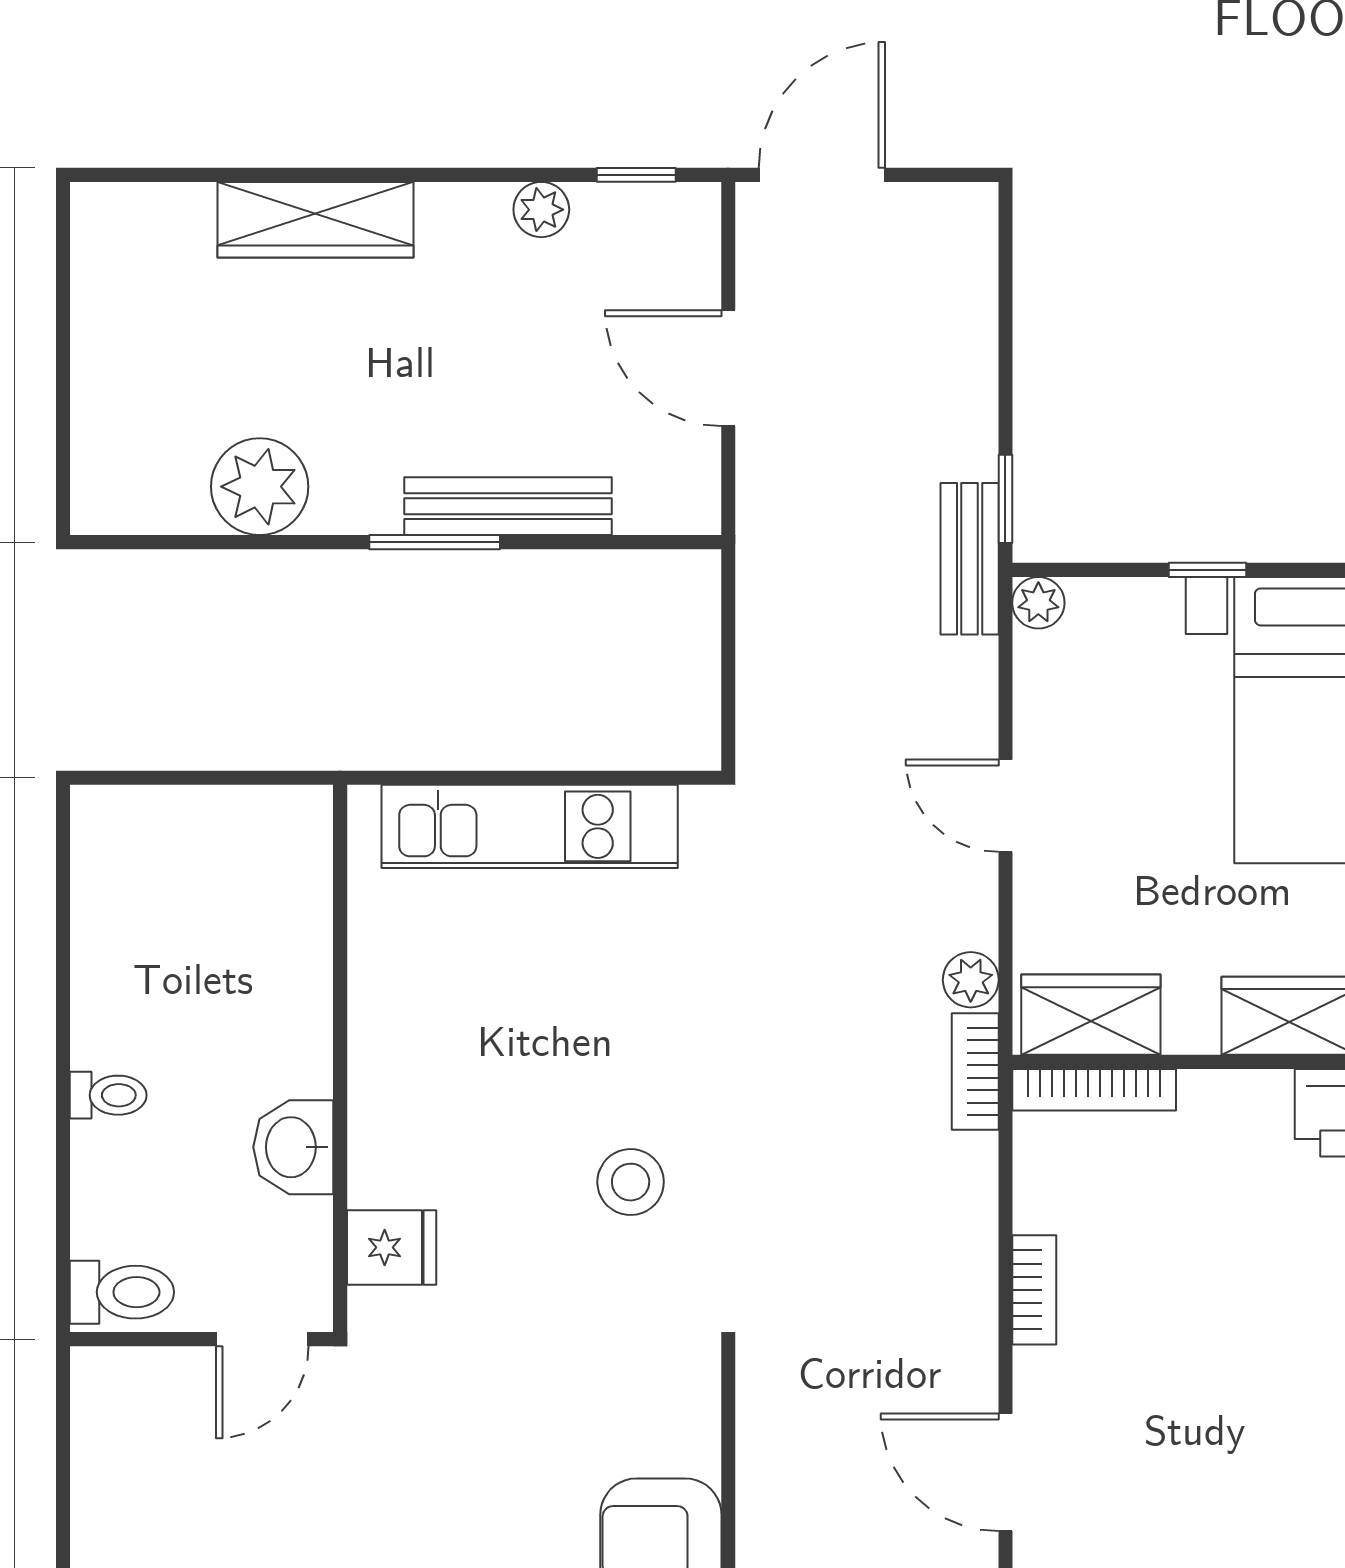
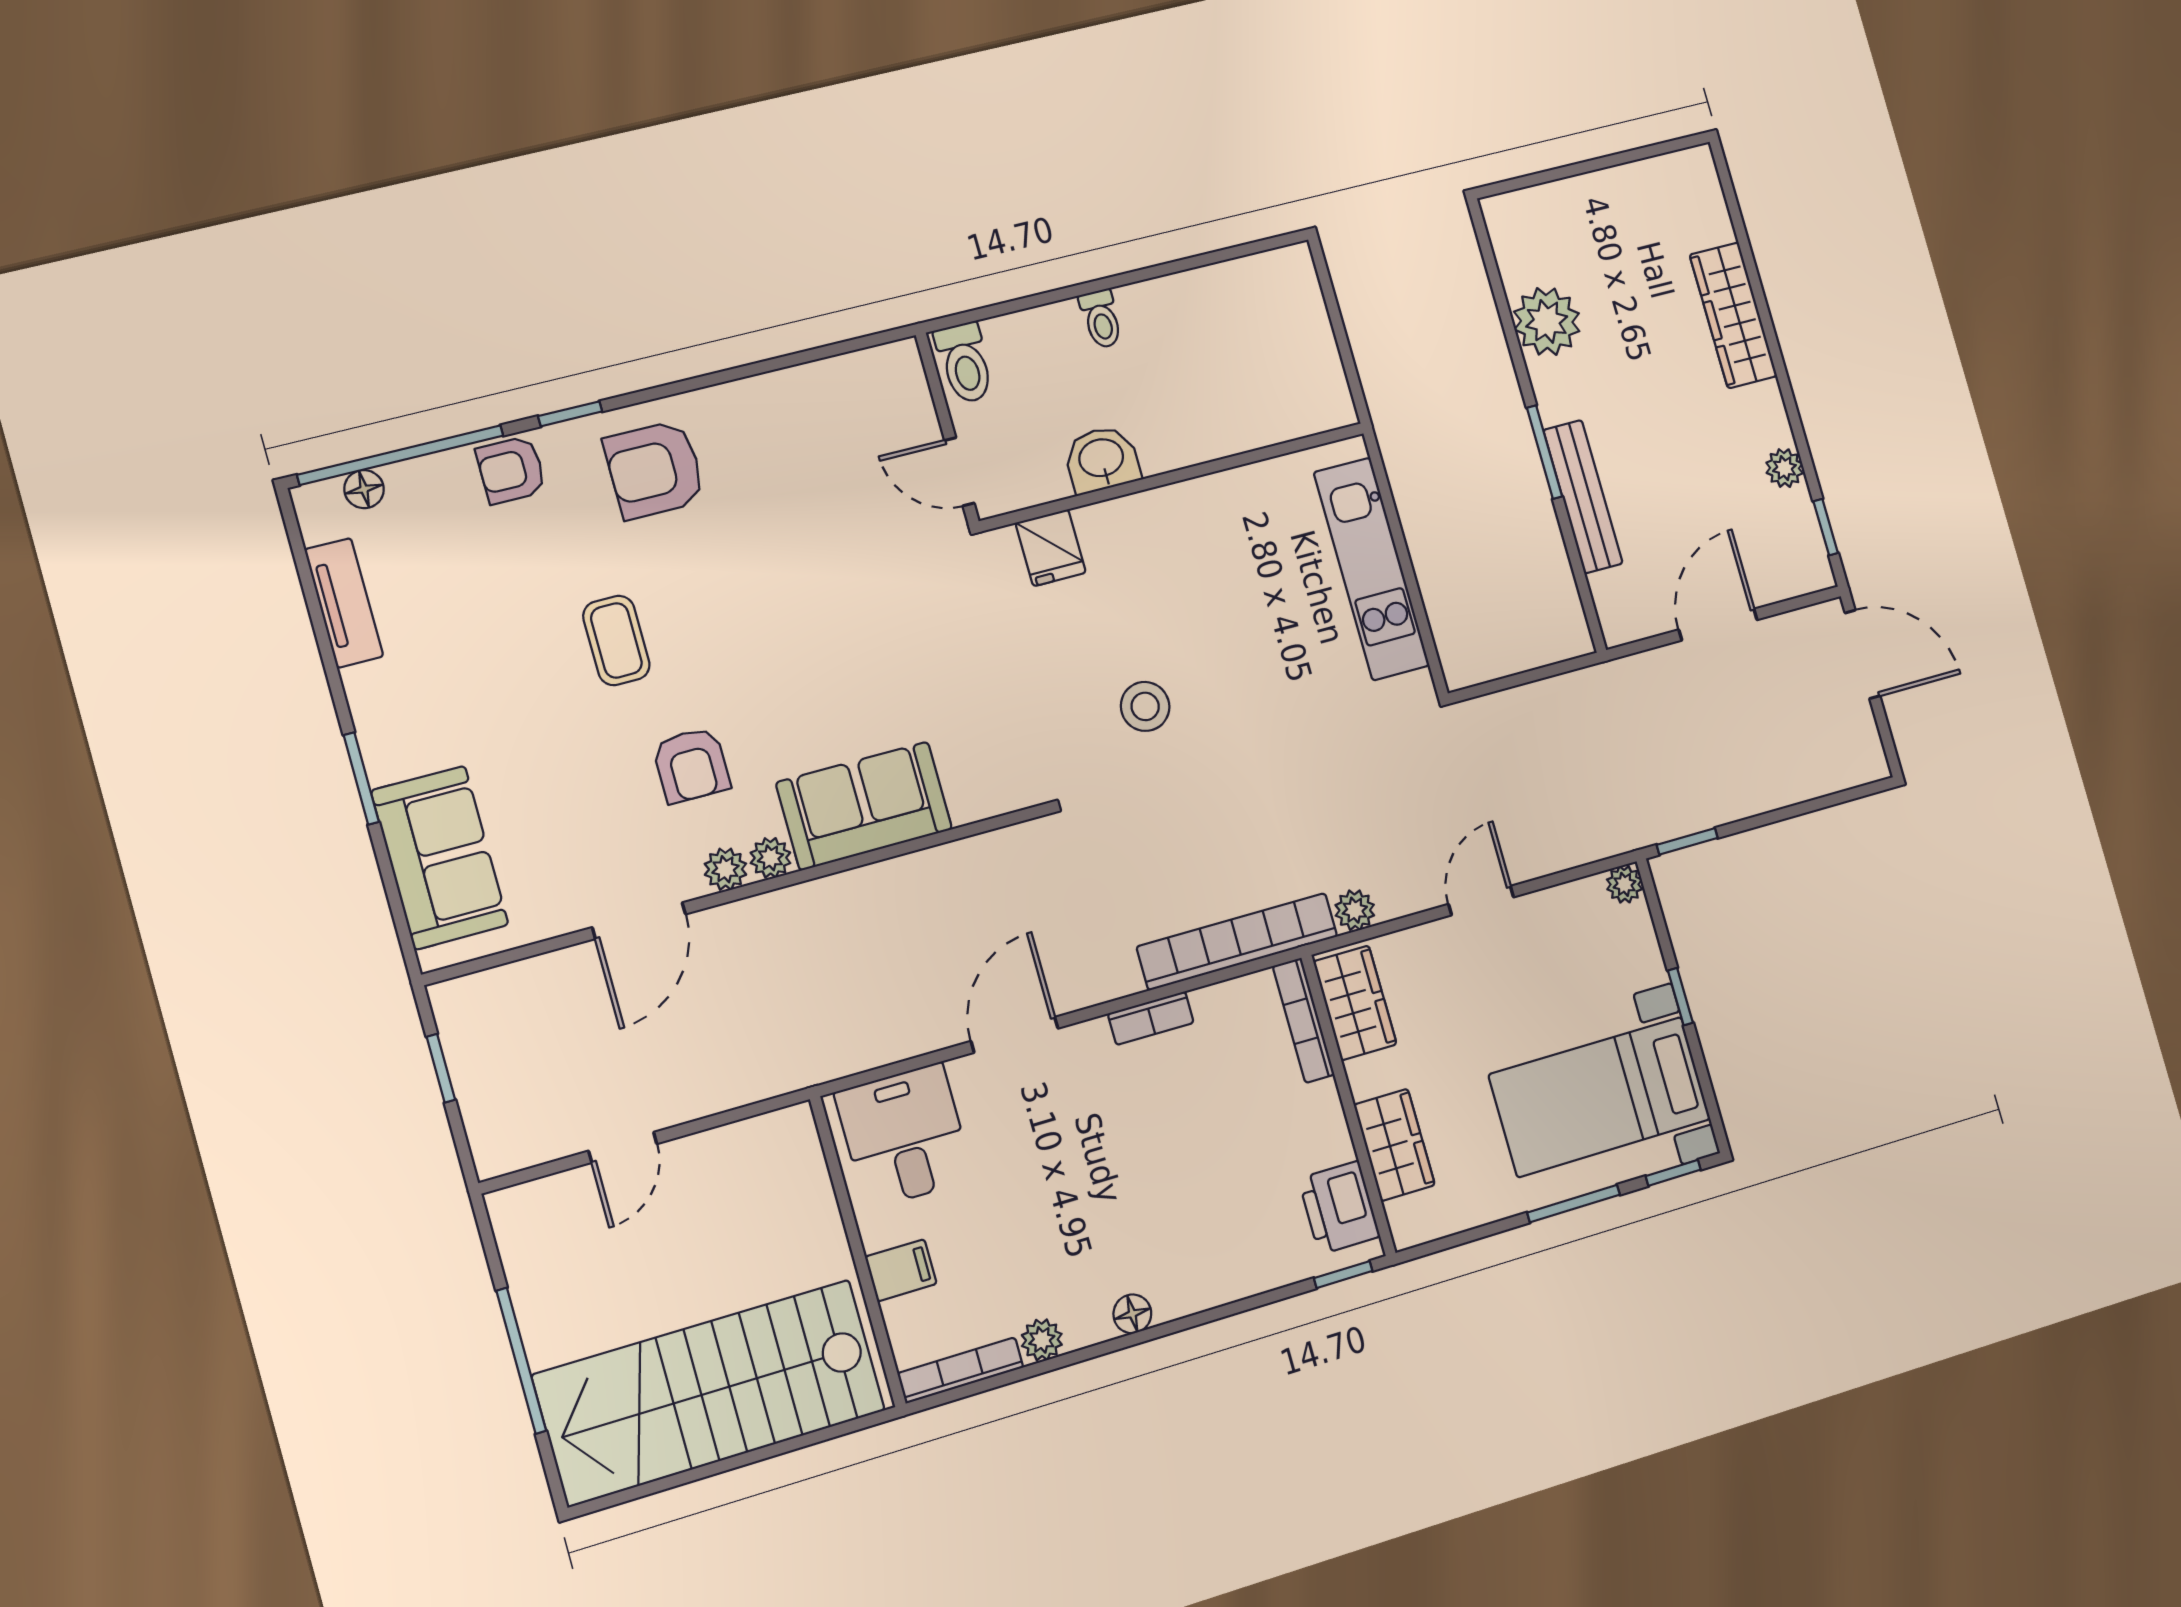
bench: (970, 559) -> (1640, 828), removed
bookcase: (975, 1071) -> (1237, 942), width x2.31, depth x1.31

